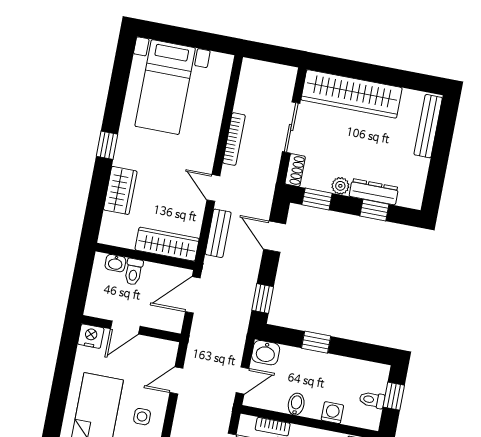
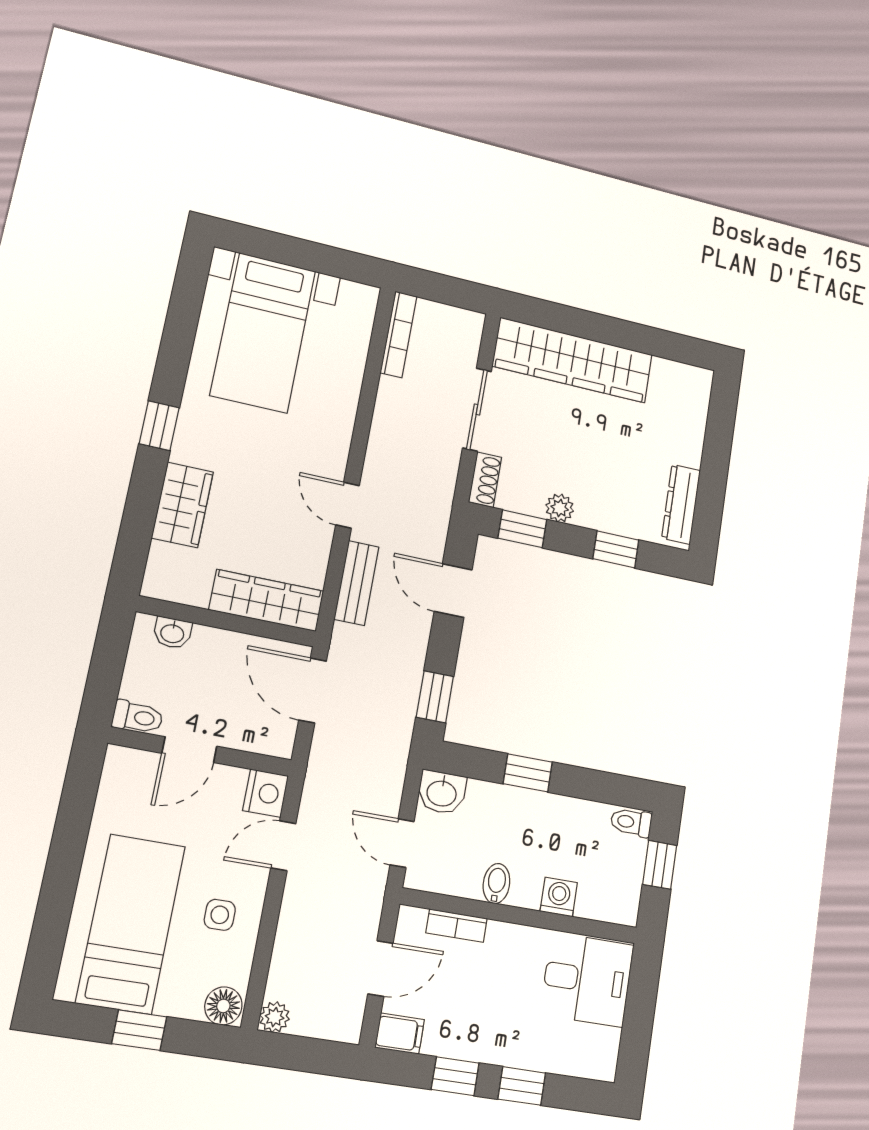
bench: (428, 126) -> (694, 417), removed
bookcase: (234, 139) -> (399, 334), moved
dresser: (374, 192) -> (681, 504), moved, turned -90
toilet: (134, 272) -> (138, 717), moved, turned -90
door: (193, 295) -> (313, 690), hinge flipped
nightstand: (91, 336) -> (266, 793), moved, turned 90
door: (242, 380) -> (402, 843), swing flipped
toilet: (372, 400) -> (631, 822), moved

